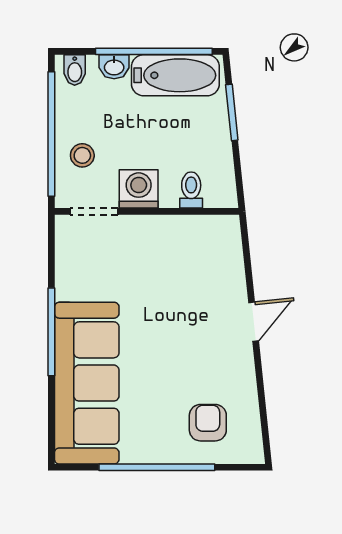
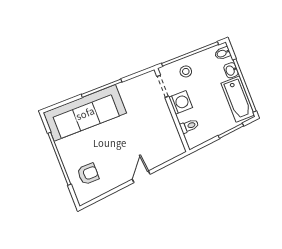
door: (254, 322) -> (141, 177), swing flipped

